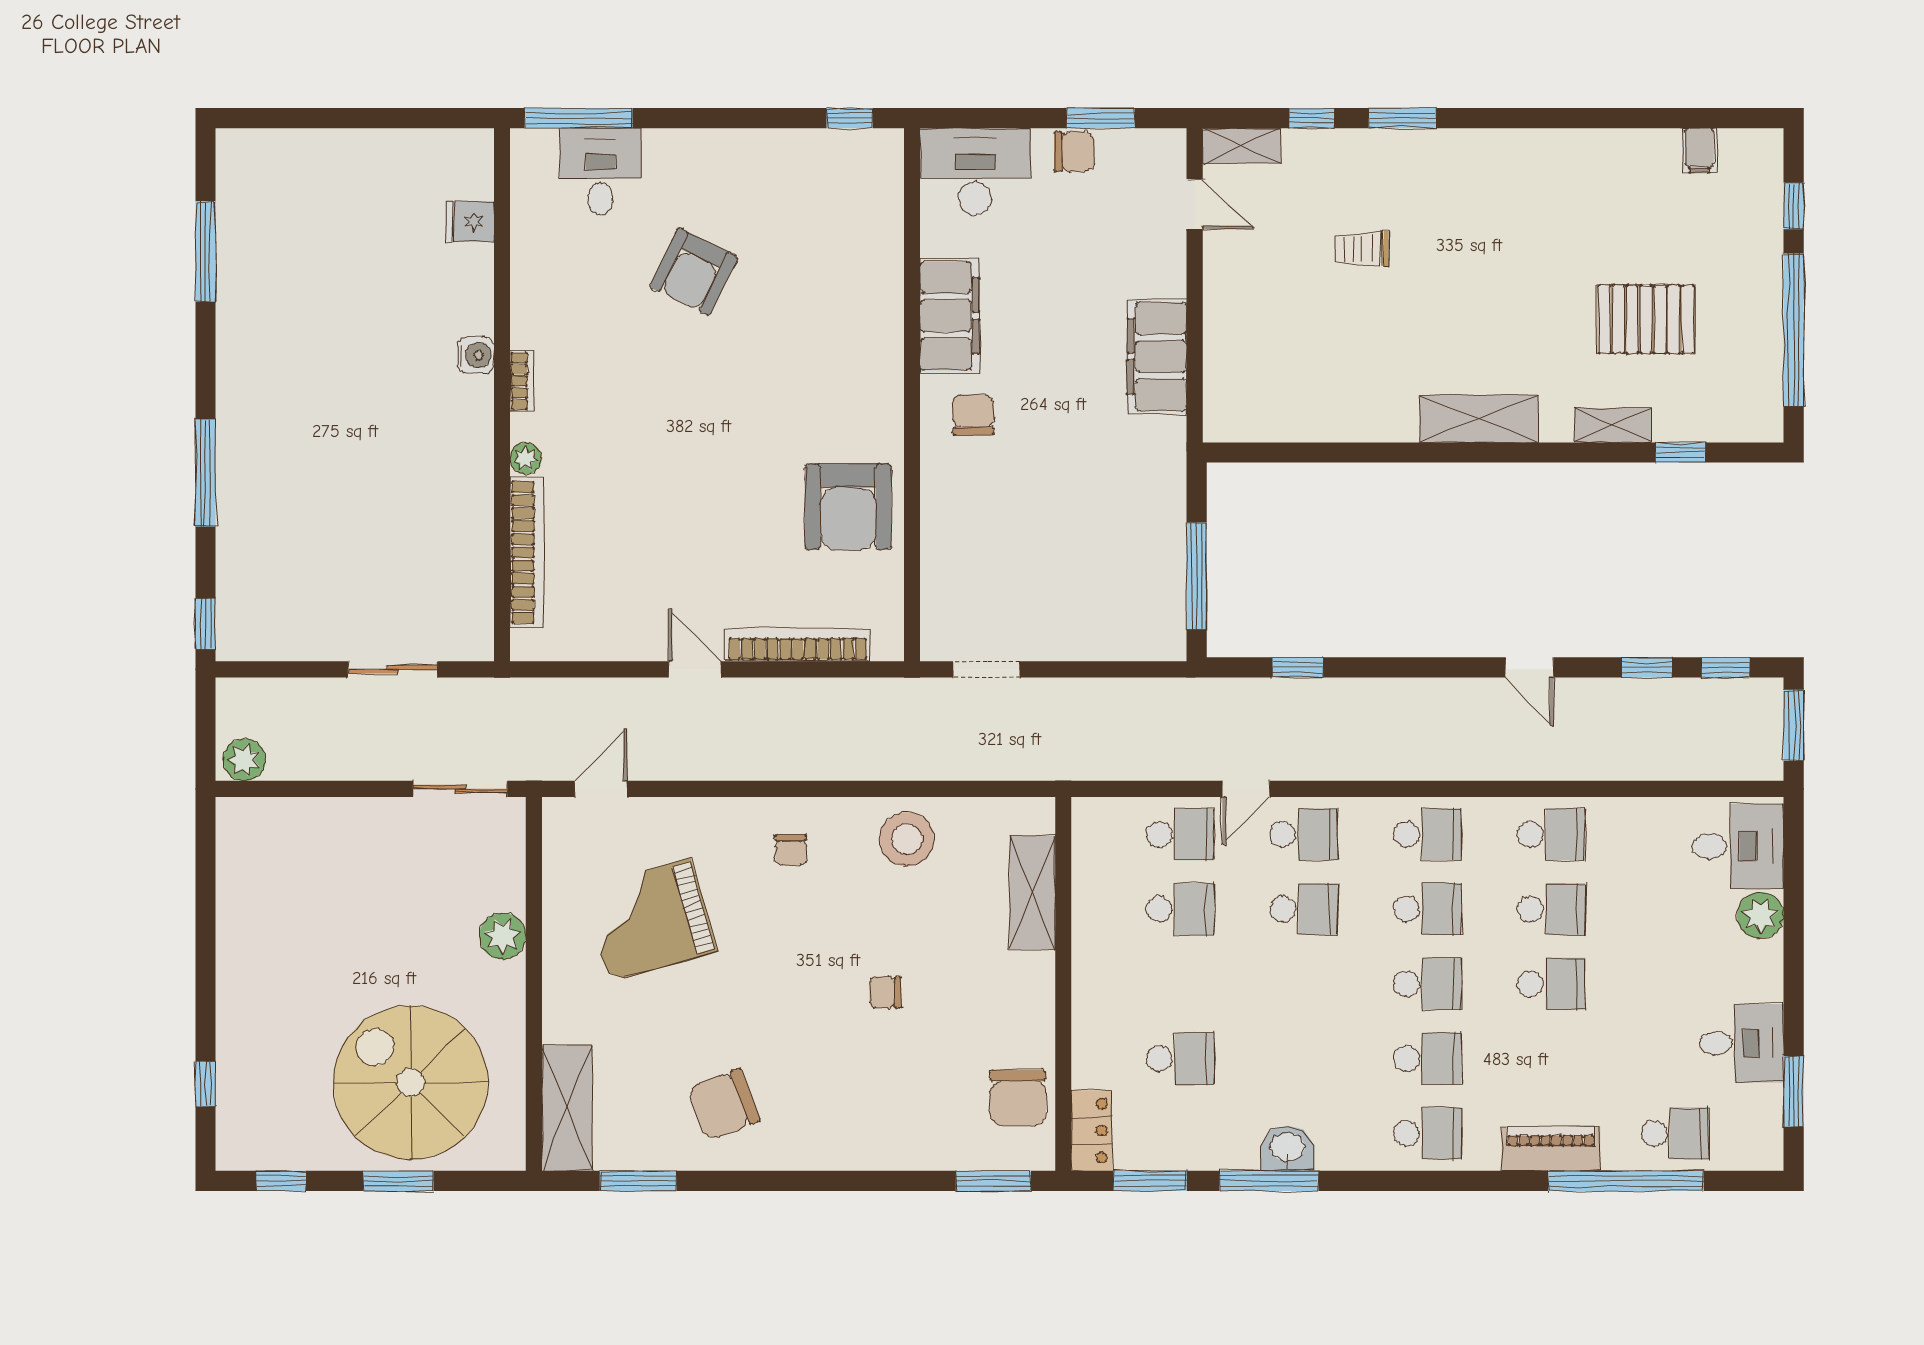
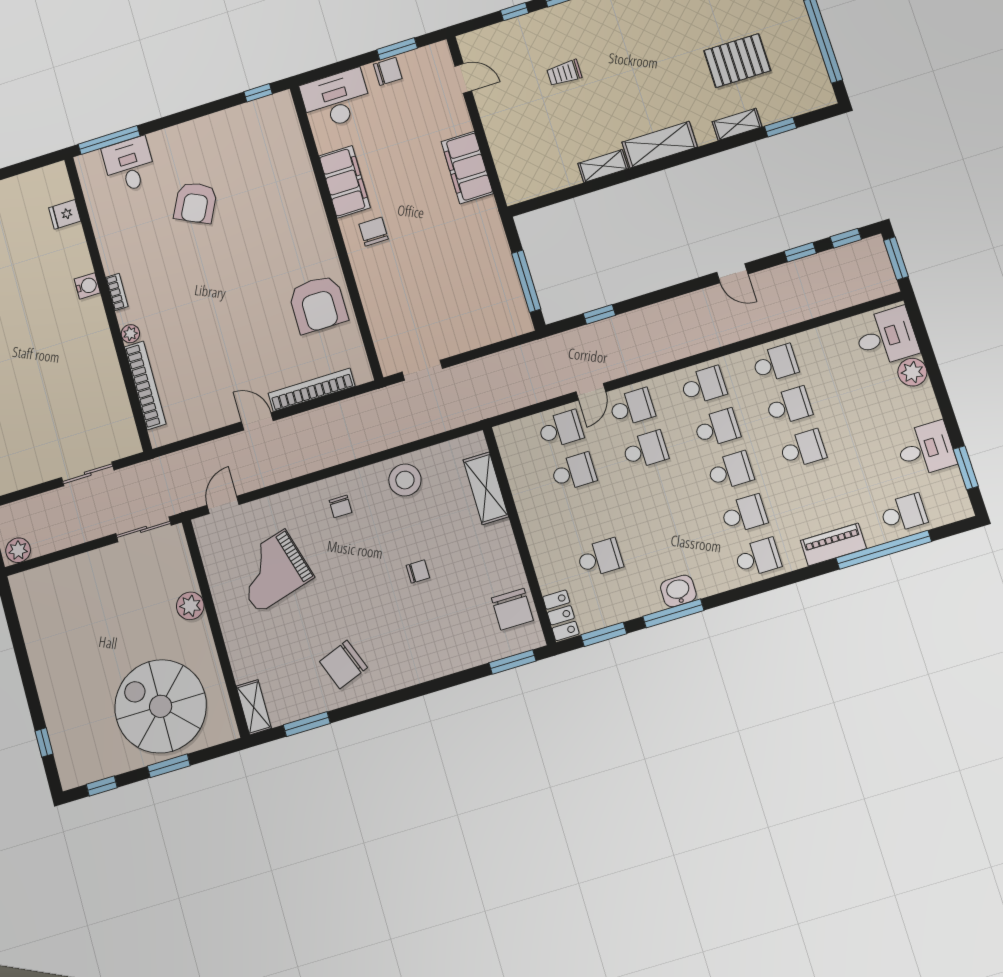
shelving: (1242, 146) -> (603, 166), moved
chair: (885, 992) -> (418, 571), turned 180
shelving: (567, 1108) -> (254, 707), width x0.67, depth x0.75

